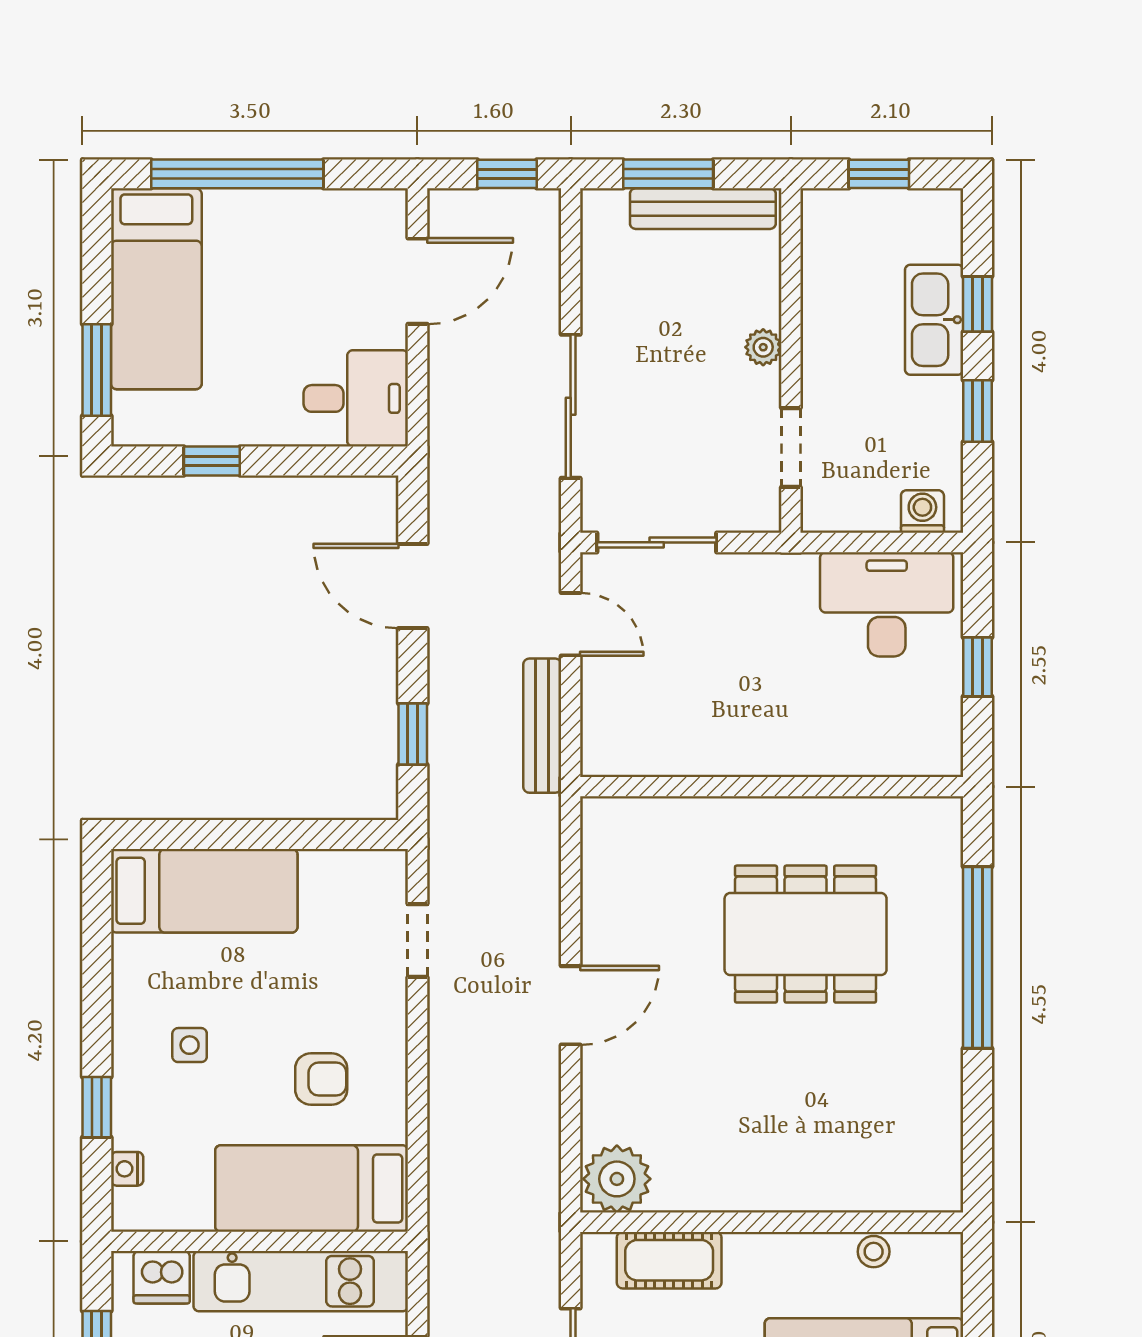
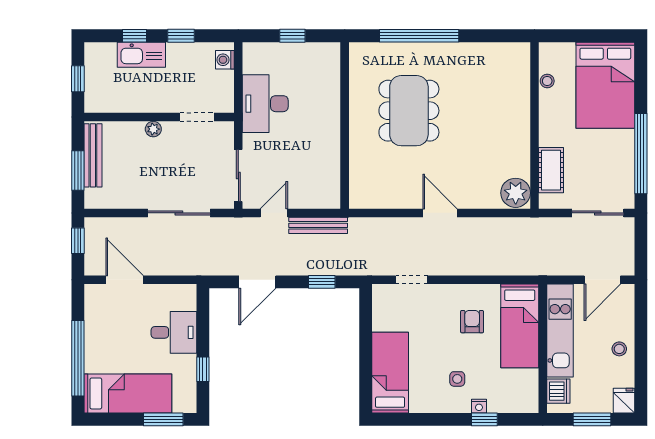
desk: (356, 398) -> (174, 332), moved, turned 90
desk: (887, 604) -> (265, 104), moved
nightstand: (127, 1169) -> (479, 406), moved

